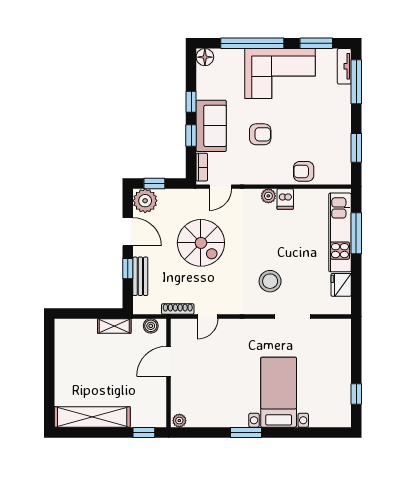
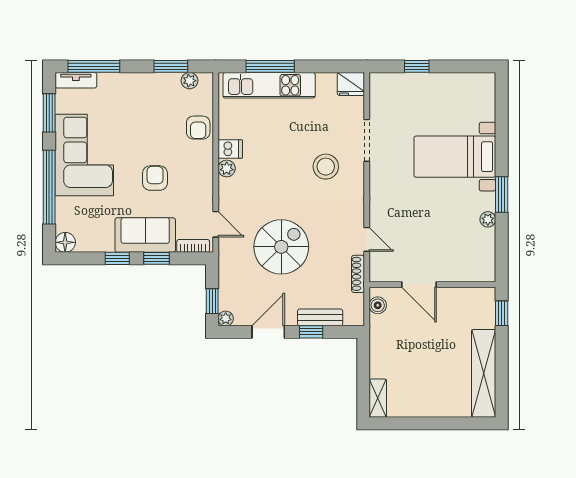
plant: (344, 164) -> (190, 81), added
plant: (145, 201) -> (226, 318), width x0.53, depth x0.53
fridge: (341, 285) -> (351, 84), moved
shelving: (114, 326) -> (378, 398), moved
window: (356, 394) -> (417, 66), moved
plant: (179, 421) -> (488, 219), moved

